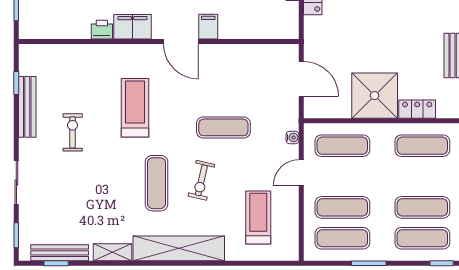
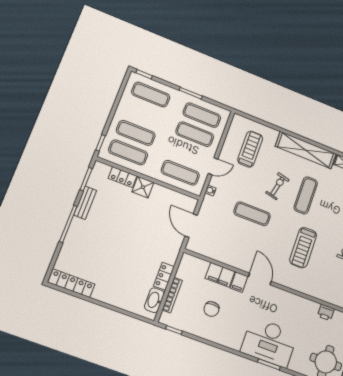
filing cabinet: (133, 27) -> (220, 275), moved
printer: (102, 30) -> (326, 312), moved
shower: (375, 96) -> (143, 187), width x0.54, depth x0.54
exercise mat: (422, 207) -> (136, 133), moved
treadmill: (258, 218) -> (250, 149), turned 180

